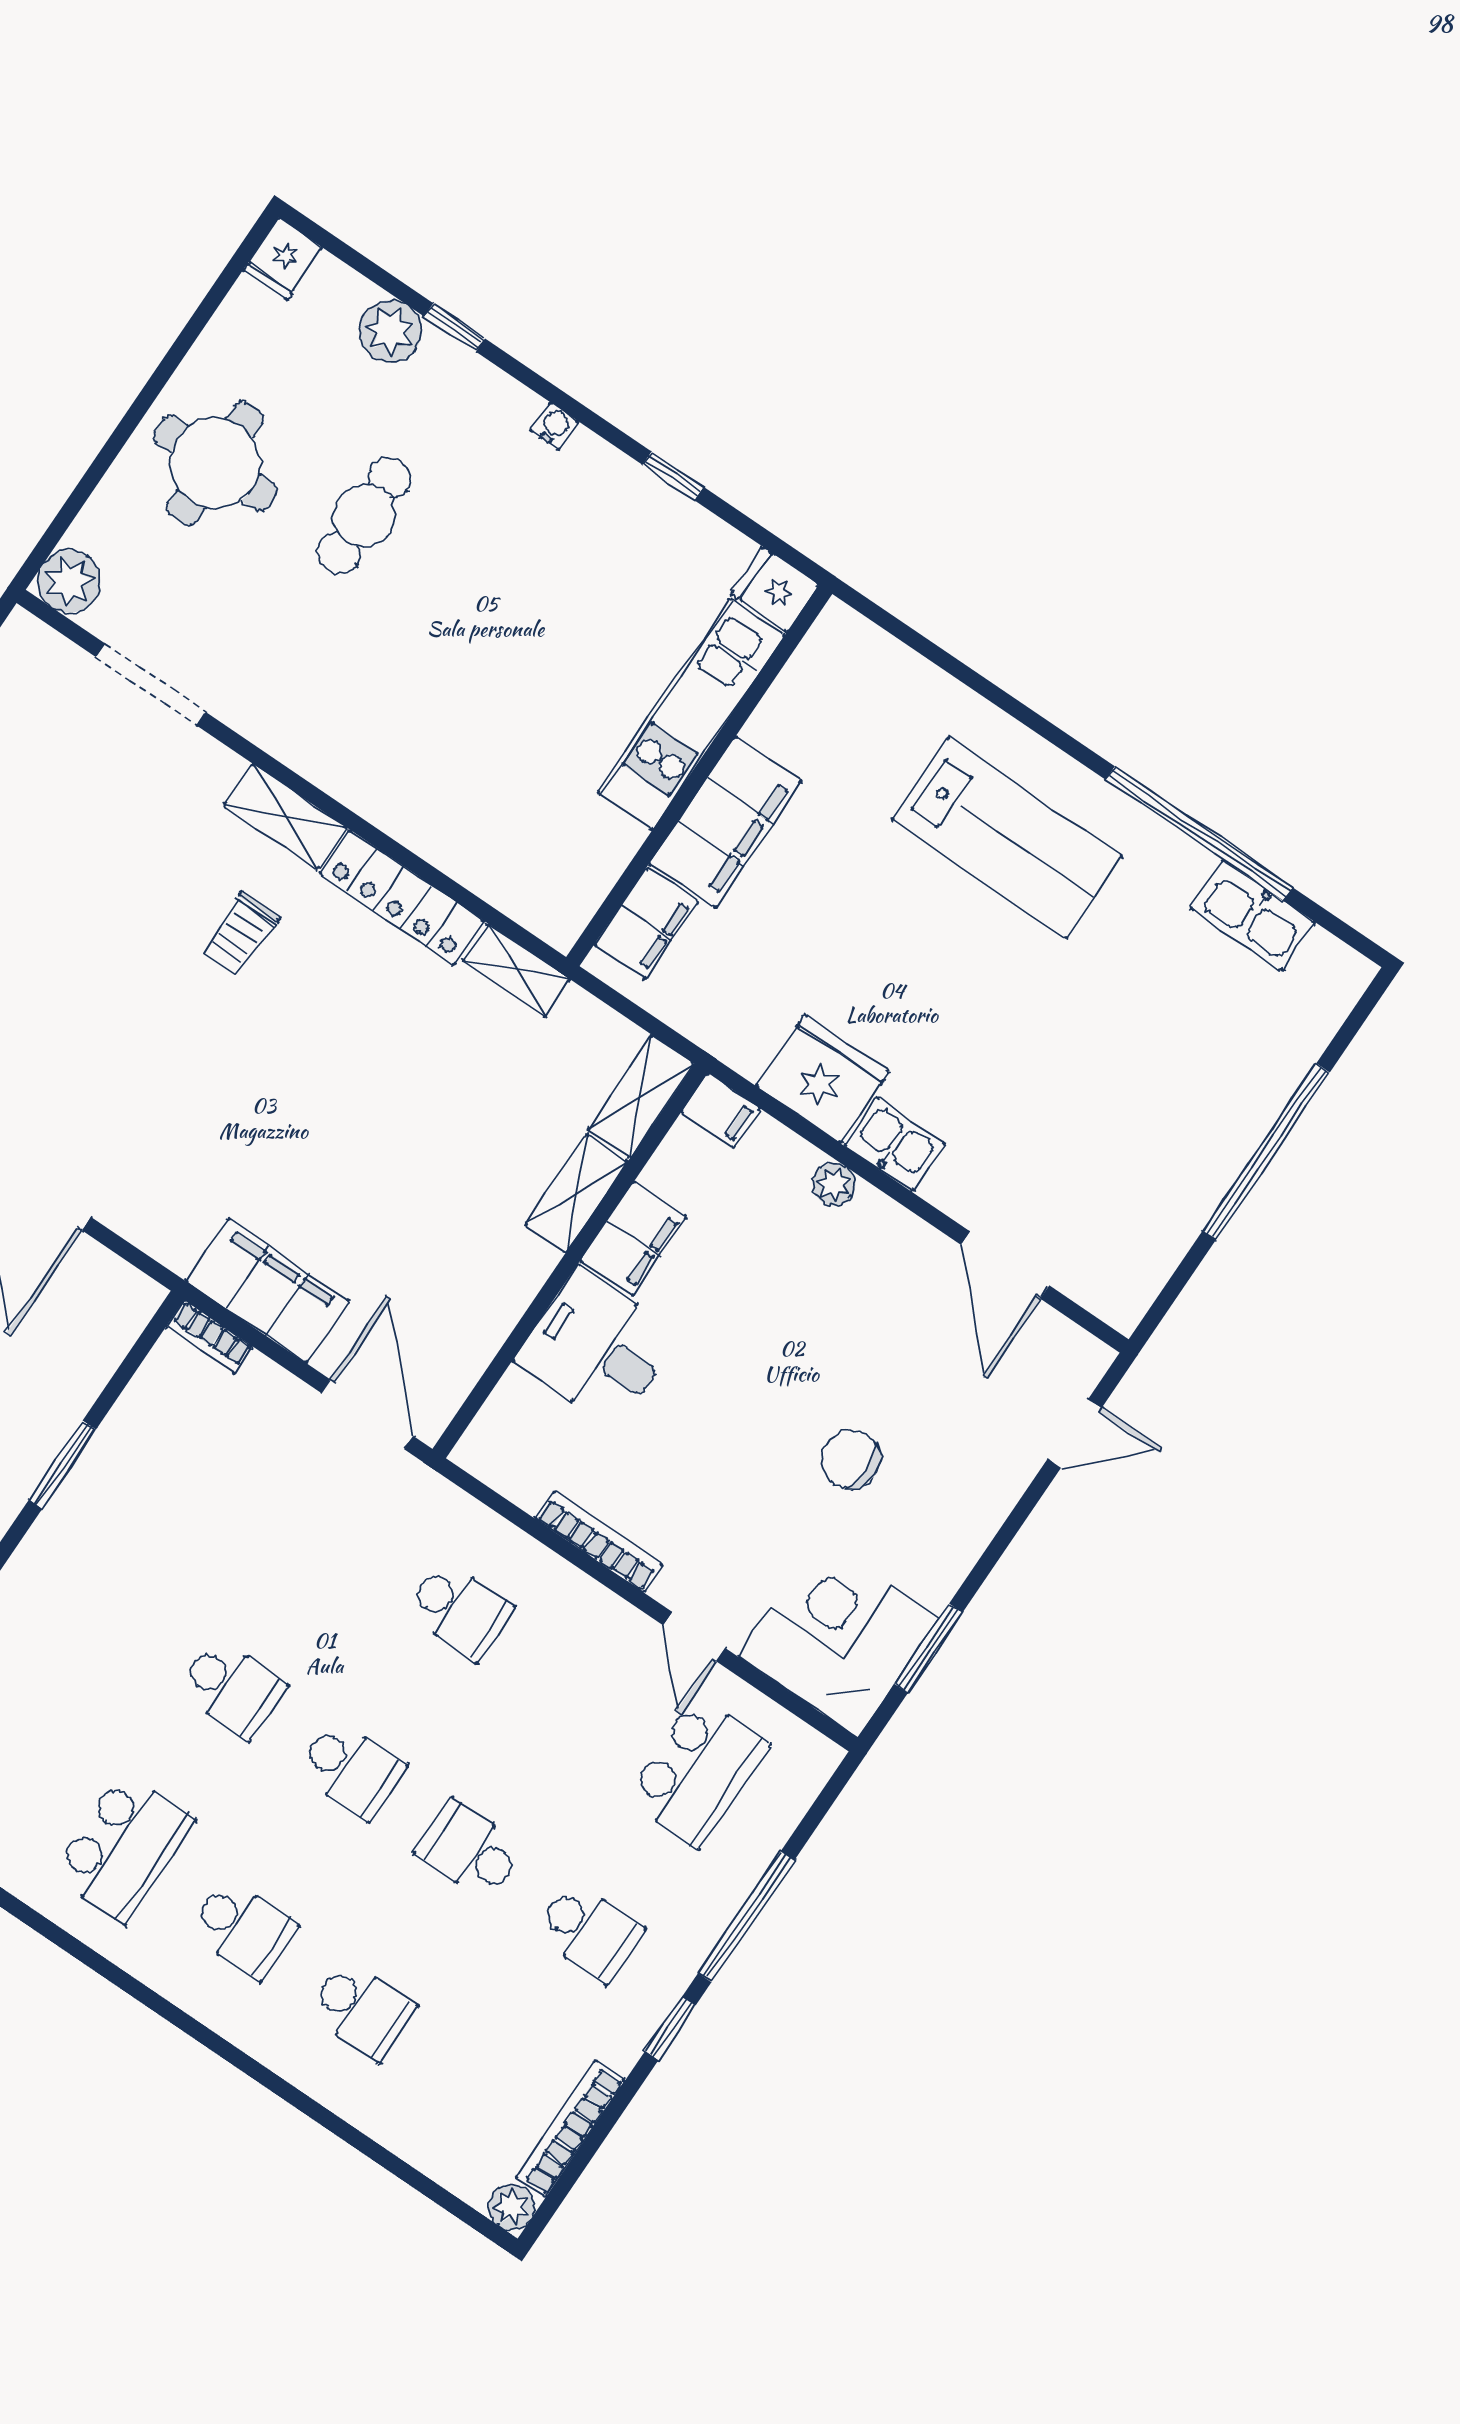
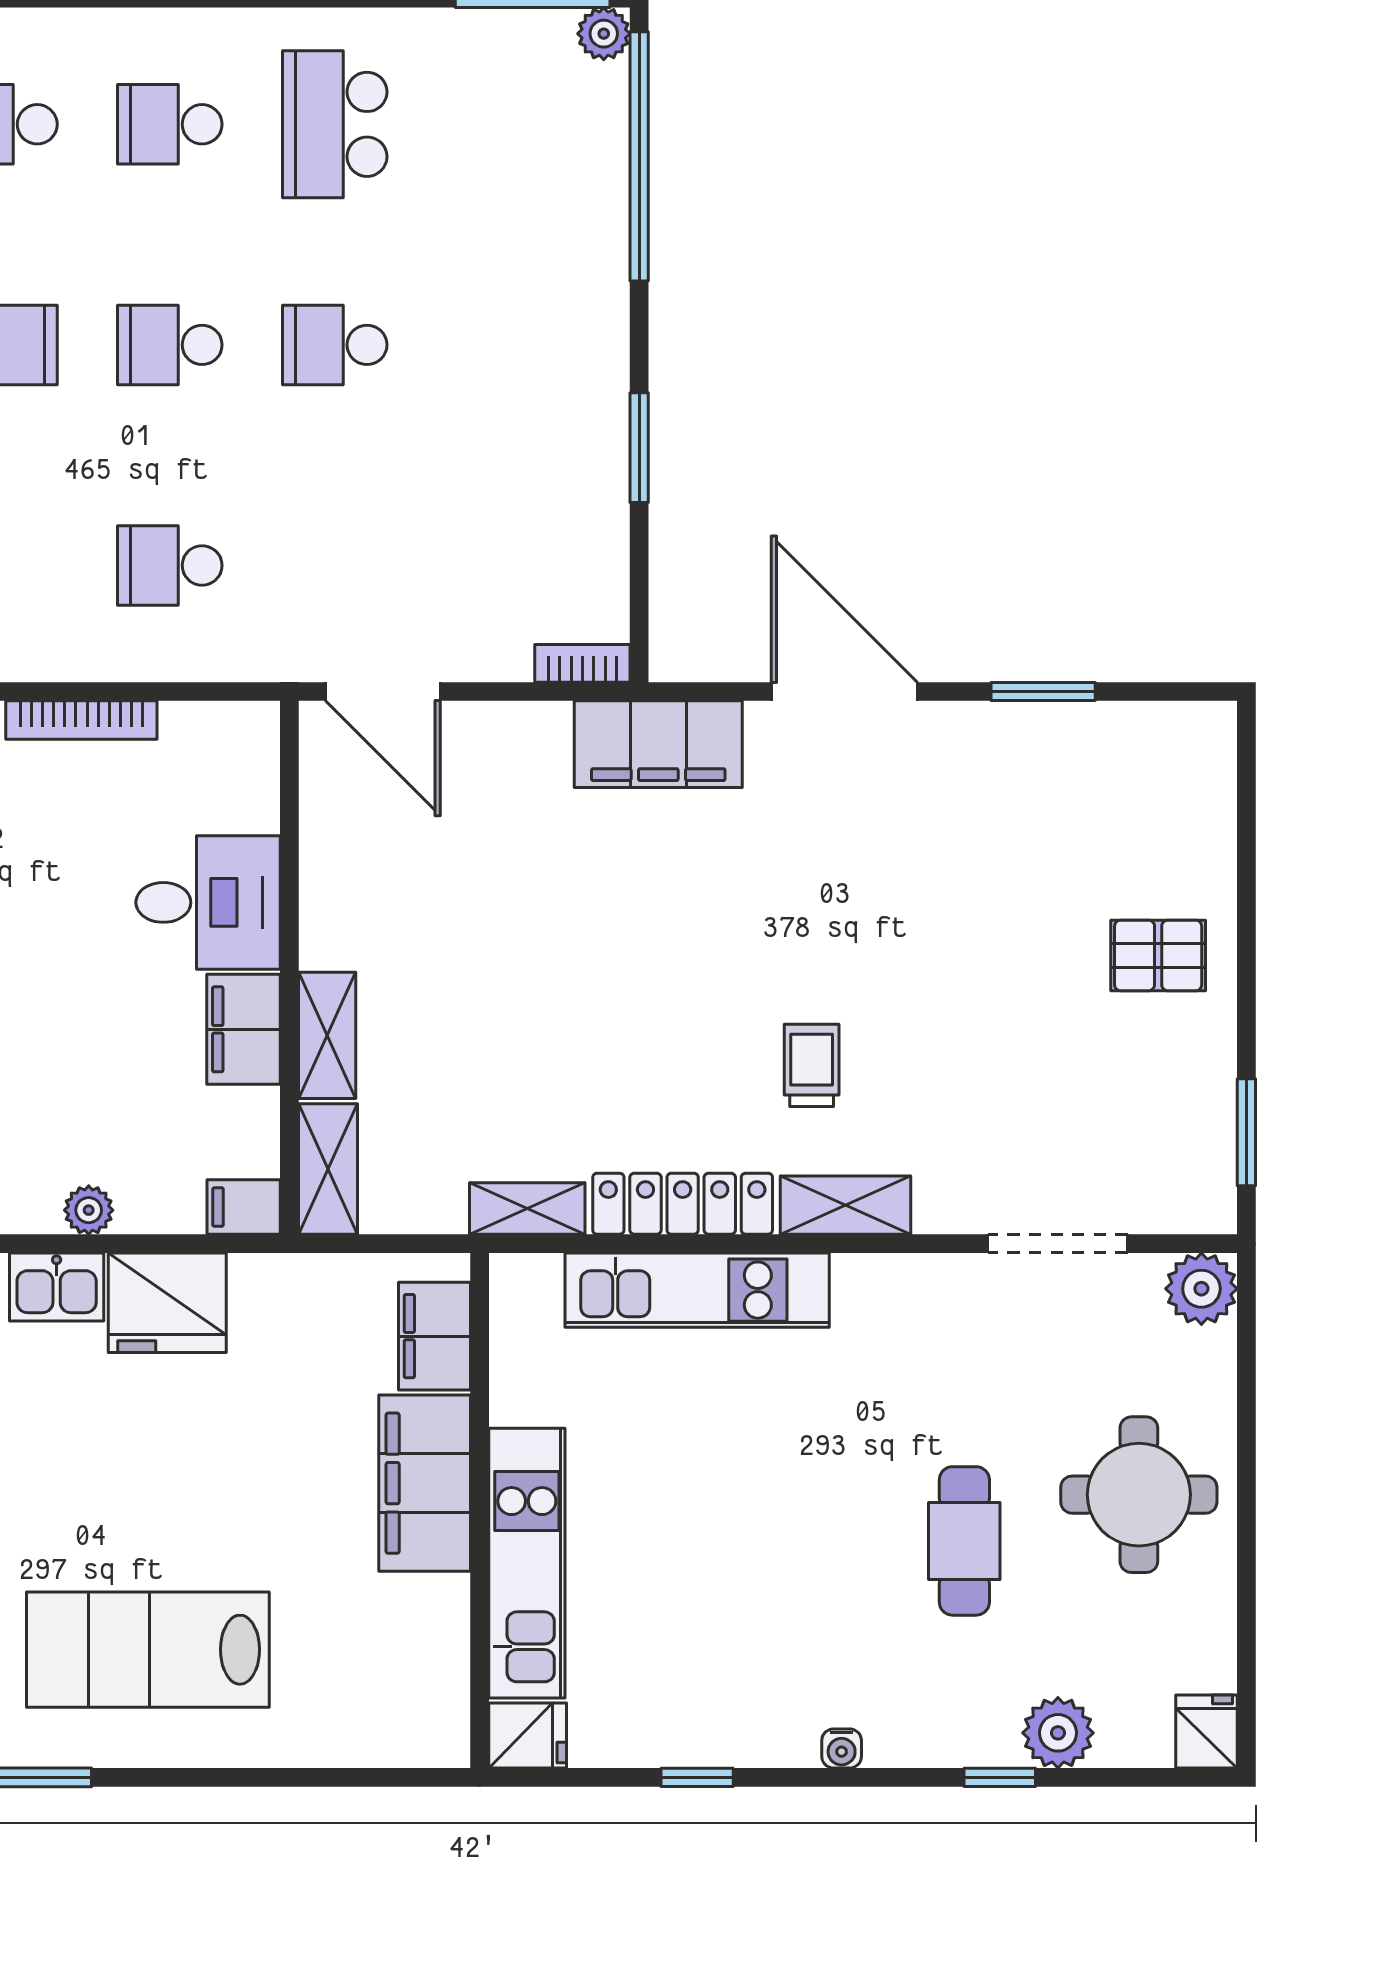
kitchen unit: (434, 828) -> (697, 1290), added
filing cabinet: (267, 1291) -> (658, 744), moved

